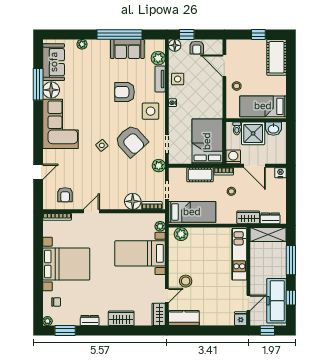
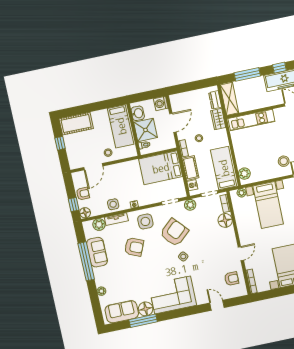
armchair: (125, 92) -> (134, 247), turned -67
washing machine: (233, 157) -> (161, 103), moved
nightstand: (280, 173) -> (192, 185), moved
door: (91, 211) -> (241, 254), swing flipped

